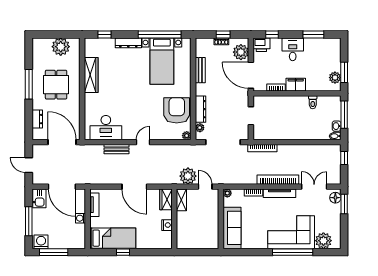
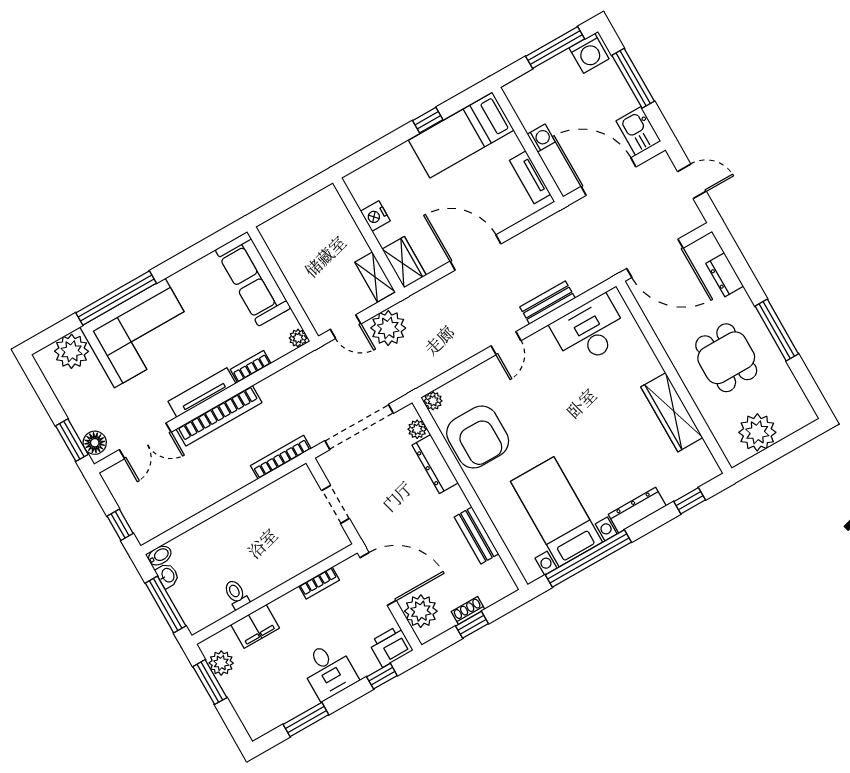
filing cabinet: (296, 85) -> (255, 626), moved

